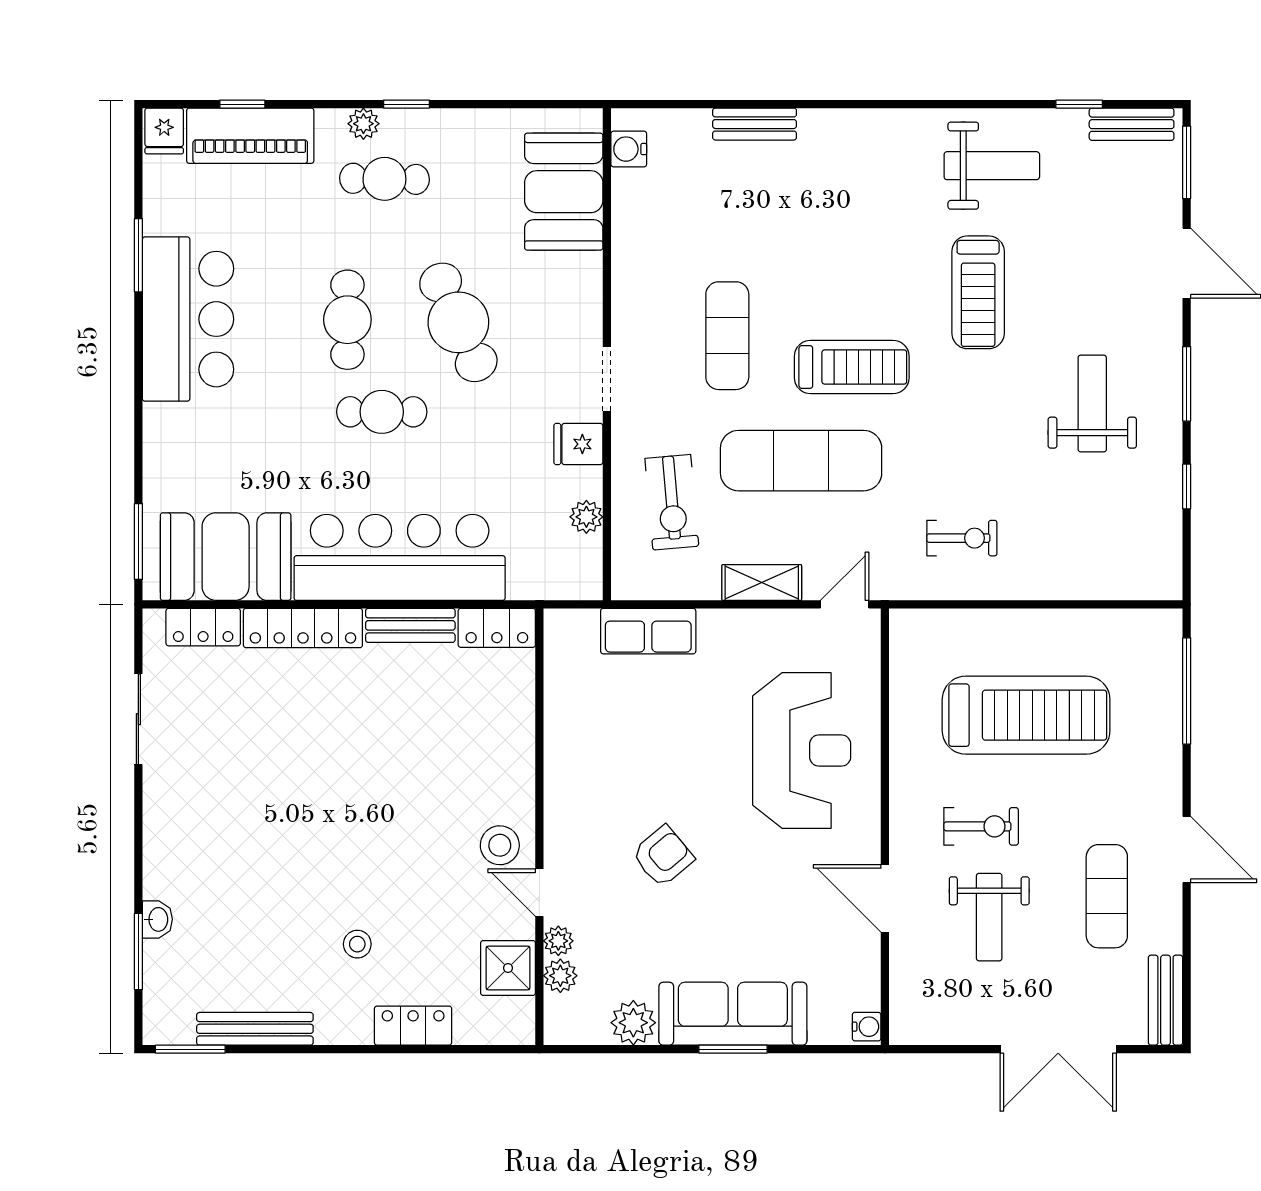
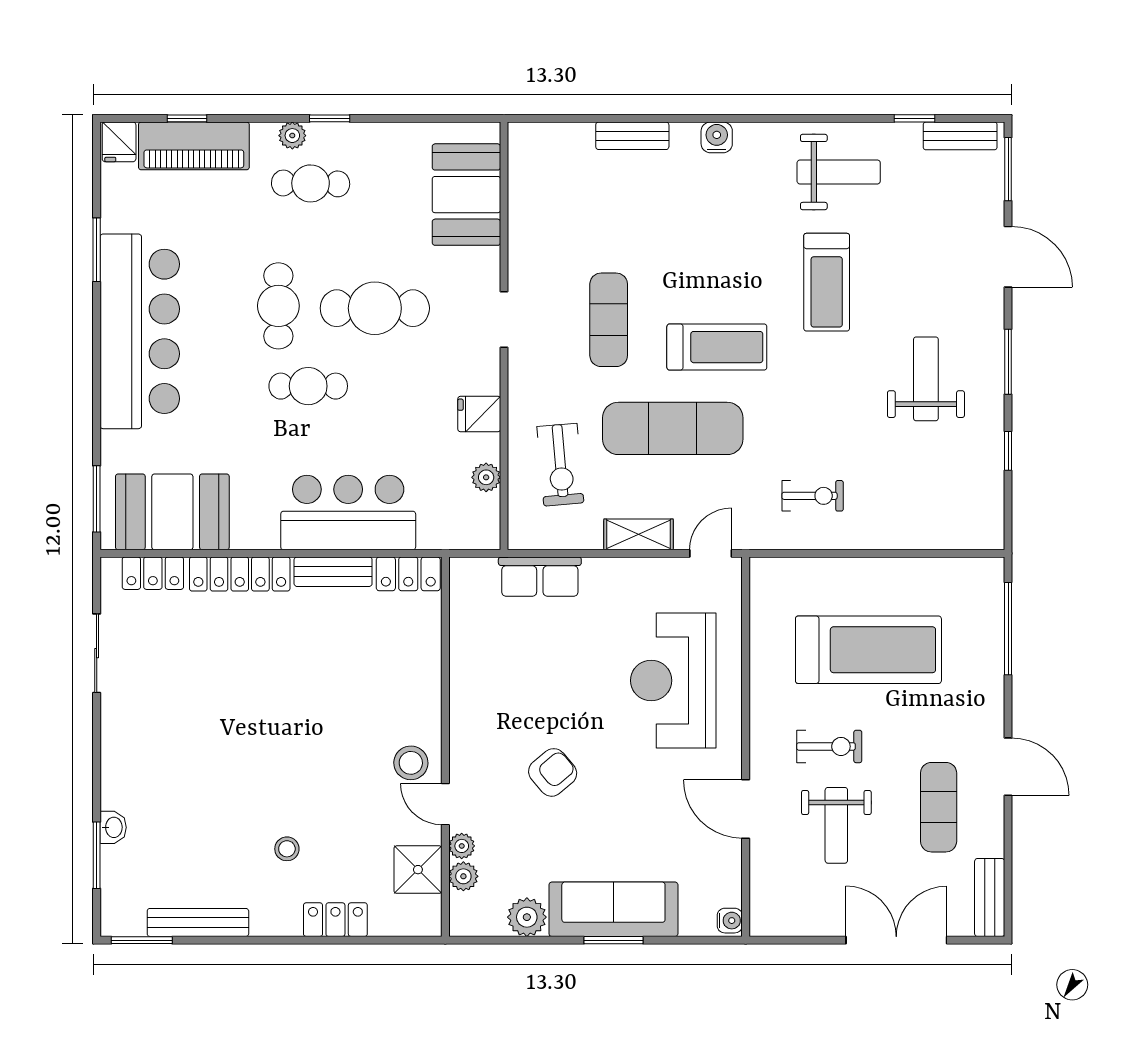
water cooler: (629, 149) -> (717, 137), moved, turned 90
bar counter: (188, 319) -> (140, 331), width x1.36
cafe table: (458, 322) -> (375, 308), turned -66
doorway: (607, 379) -> (504, 320), moved
bar counter: (400, 557) -> (348, 513), width x0.73
reception desk: (802, 751) -> (673, 681), turned 180
double door: (1058, 1049) -> (896, 940), swing flipped

